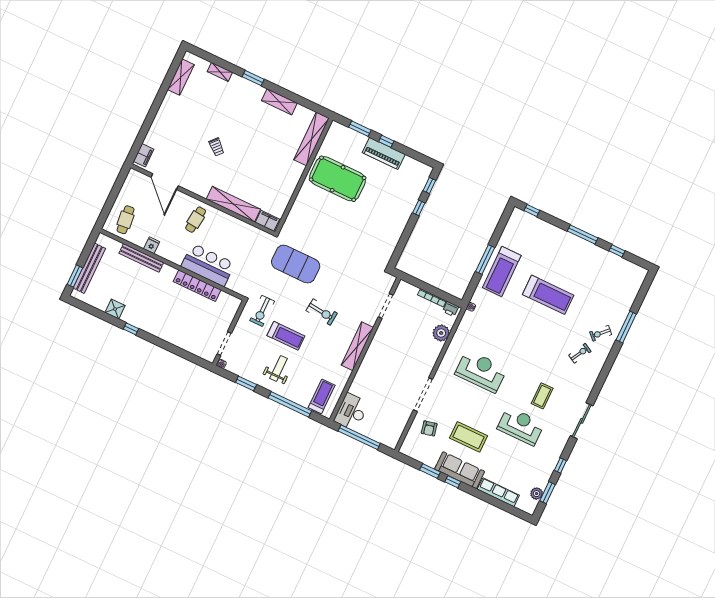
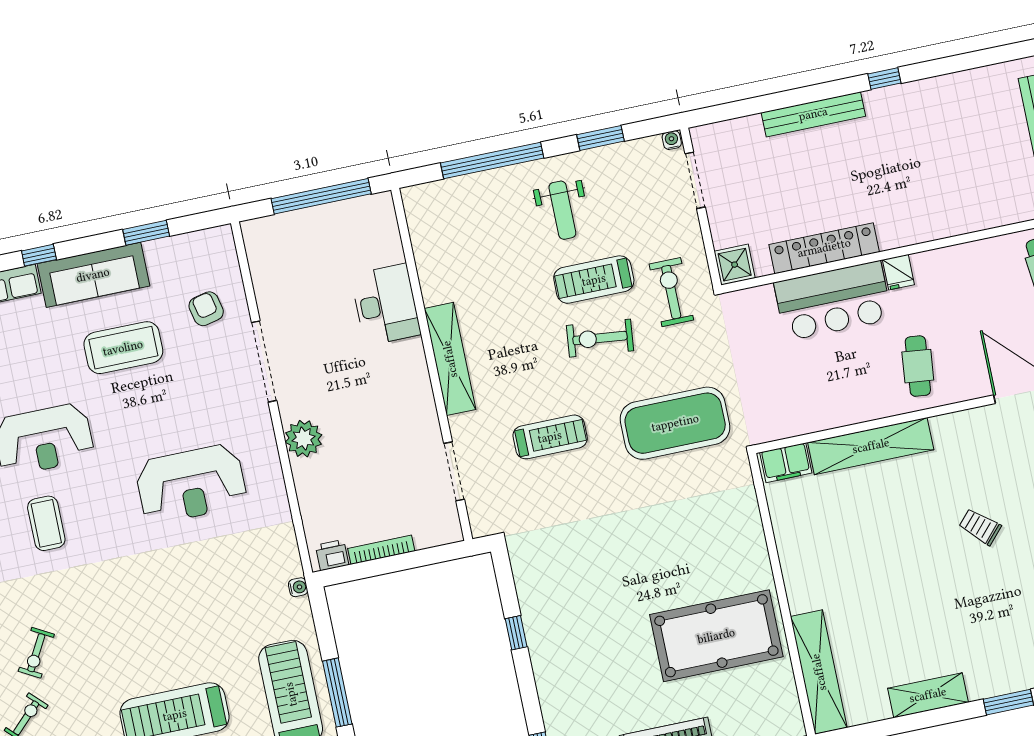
window: (419, 208) -> (516, 633), moved
fridge: (152, 245) -> (898, 272), moved
bench: (141, 258) -> (813, 114), moved
shower: (115, 309) -> (735, 265), moved
exercise bike: (322, 312) -> (600, 338), moved
plant: (441, 333) -> (303, 439), moved
treadmill: (322, 396) -> (550, 437), moved, turned -90
desk: (351, 412) -> (386, 305), moved
window: (453, 482) -> (39, 255), moved

